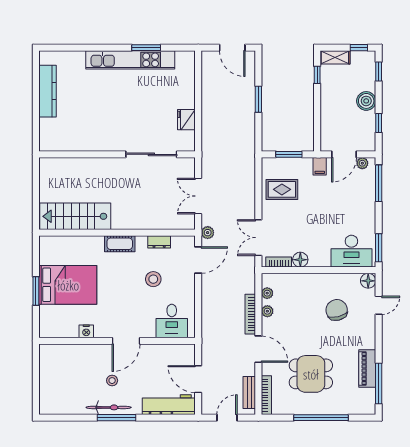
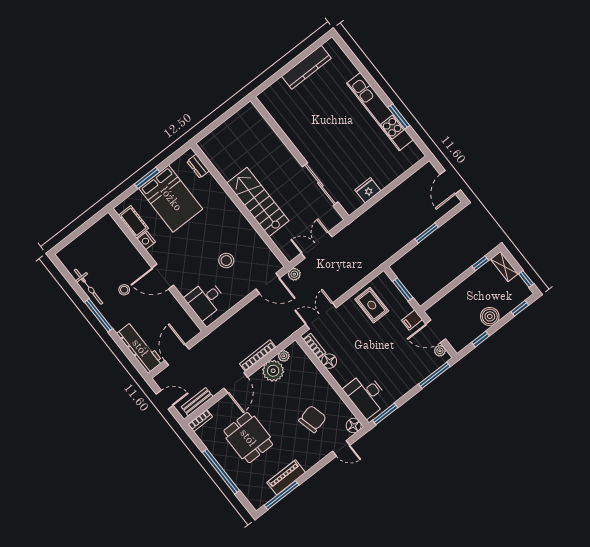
stairs: (75, 216) -> (258, 202), moved
dresser: (159, 242) -> (198, 166), moved
cot: (120, 244) -> (134, 222), moved
plant: (267, 311) -> (273, 371), width x1.87, depth x1.87
bookcase: (266, 395) -> (200, 421), width x0.64
bicycle: (109, 407) -> (89, 287), moved

